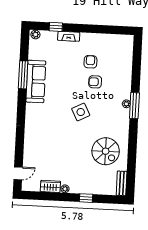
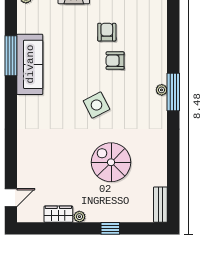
spiral stairs: (106, 151) -> (111, 162), moved, turned 180

